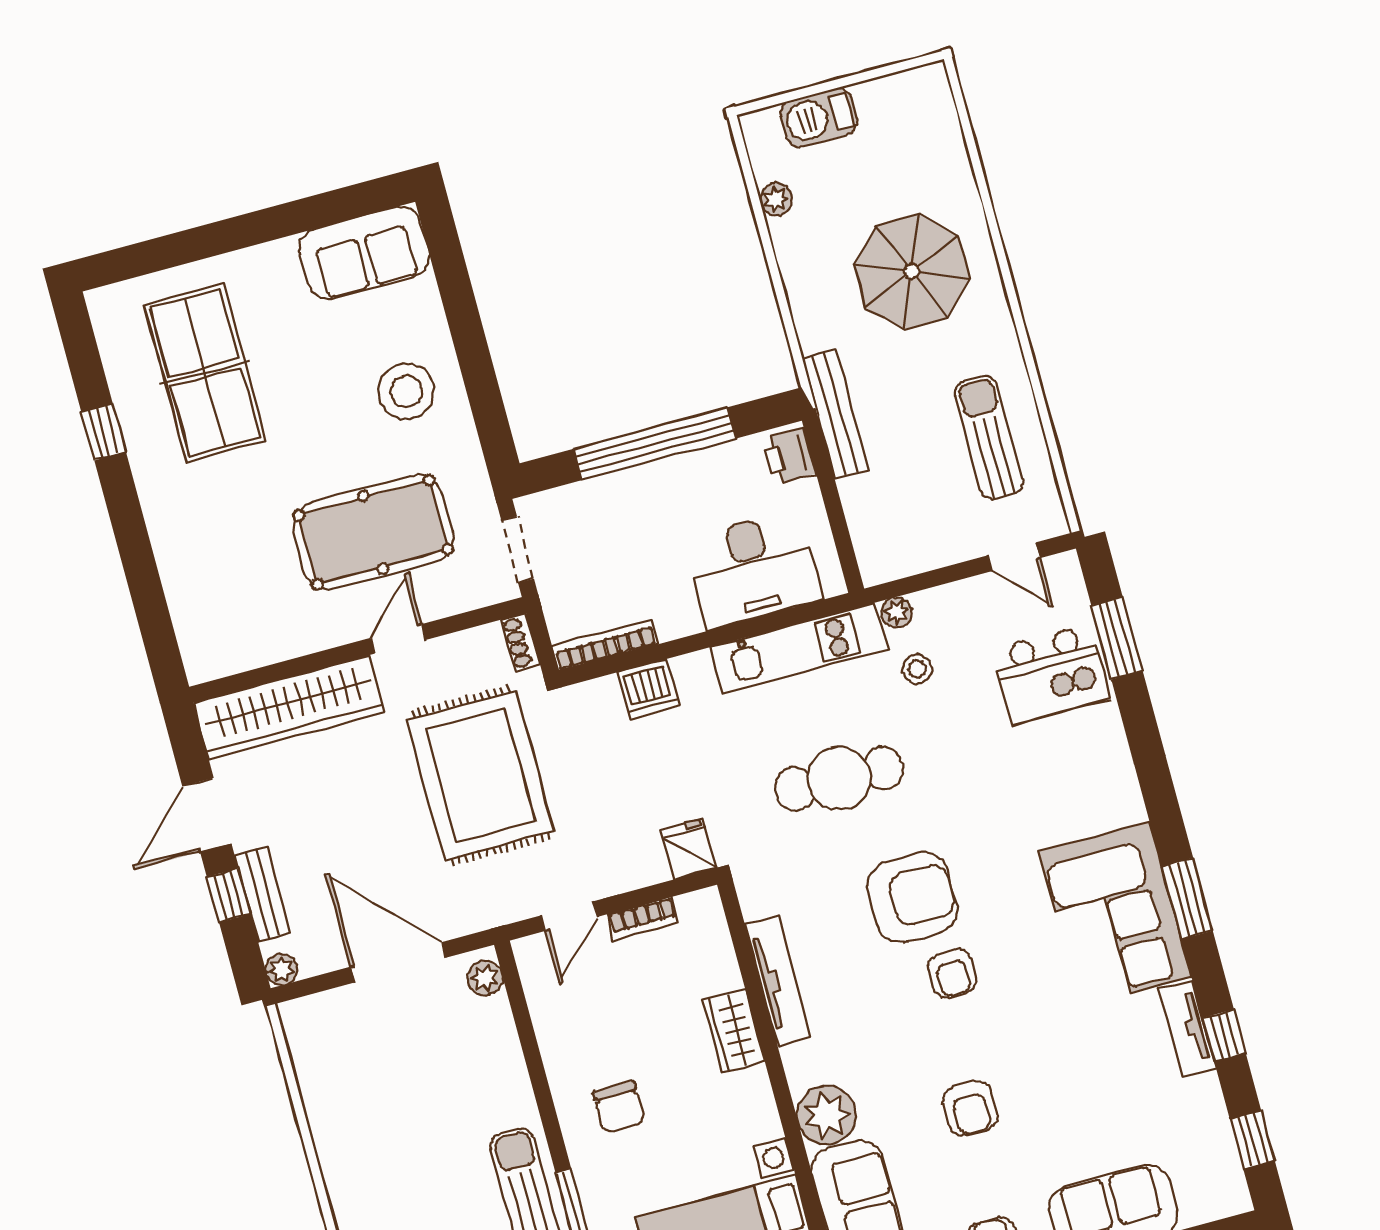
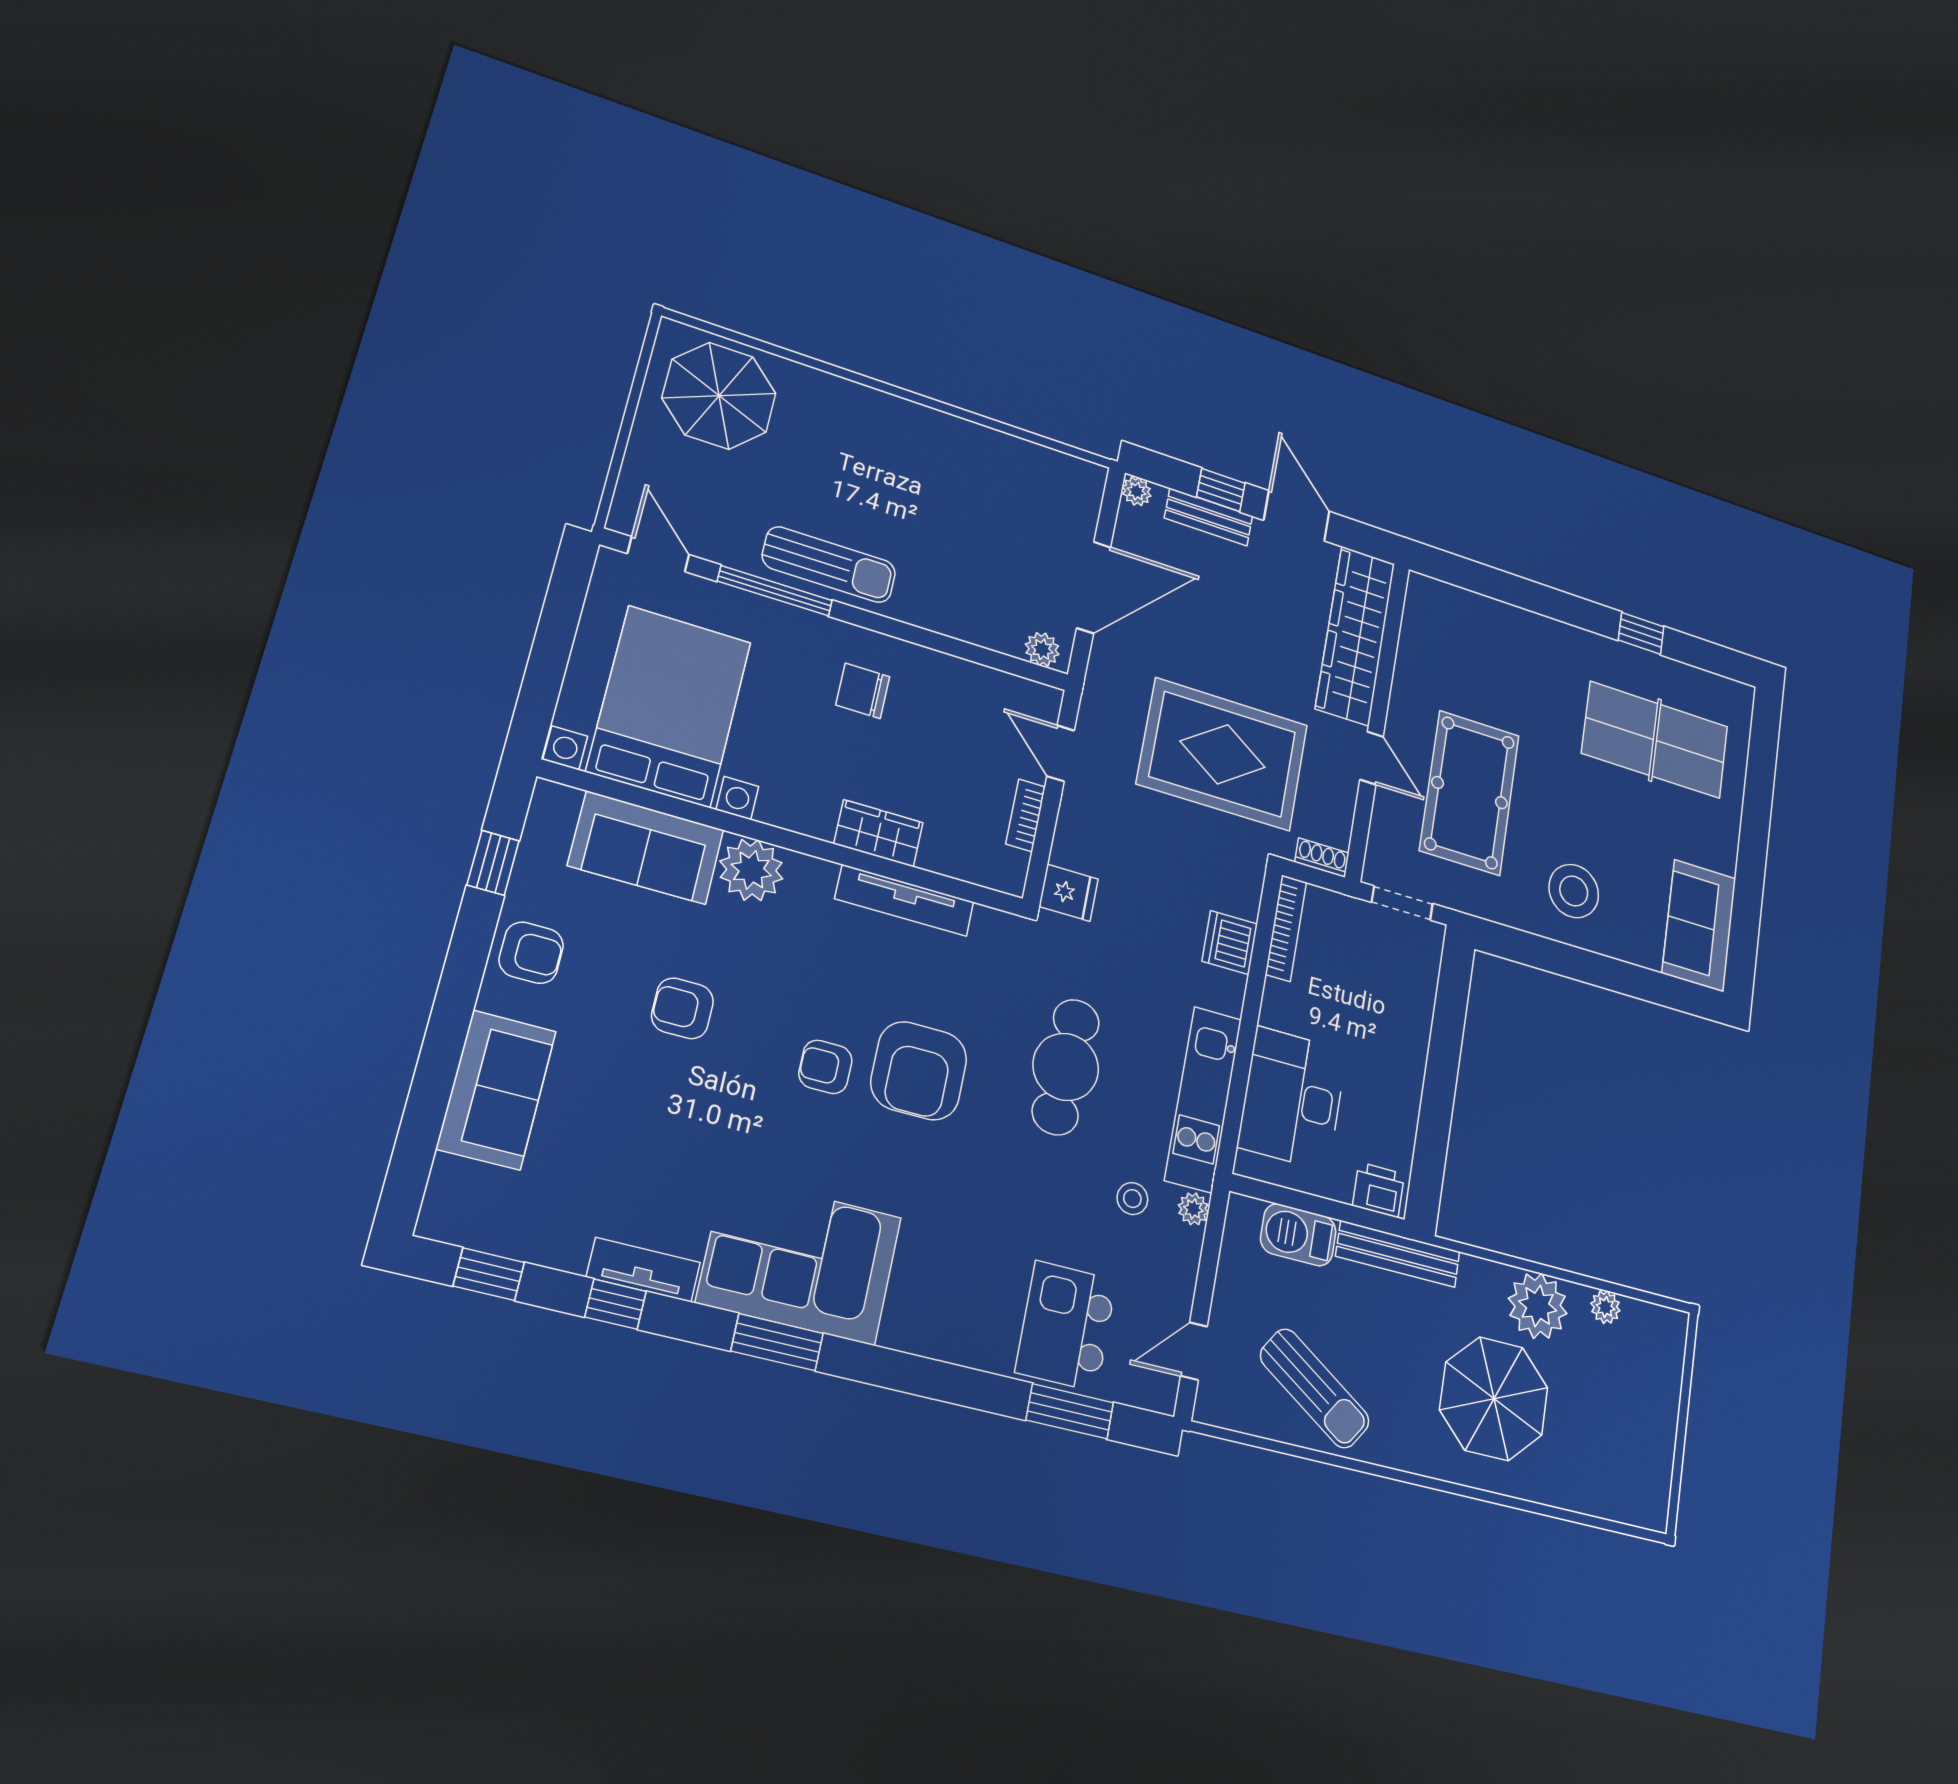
barbecue: (819, 117) -> (1298, 1235), moved, turned -90
plant: (810, 265) -> (1538, 1306), added
sun lounger: (989, 438) -> (1315, 1388), turned 34
window: (654, 444) -> (1441, 1075), removed

